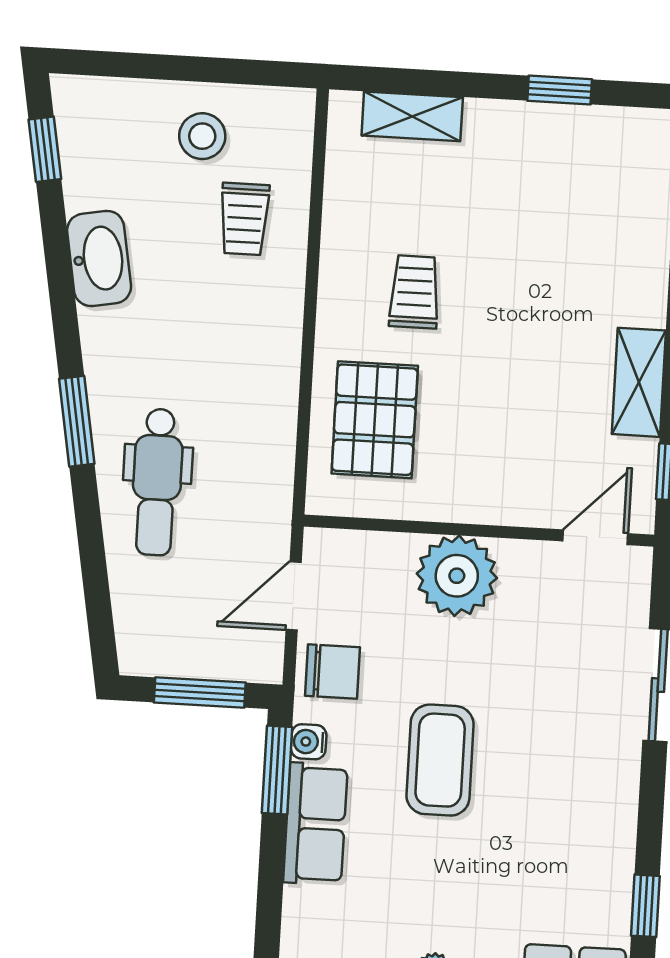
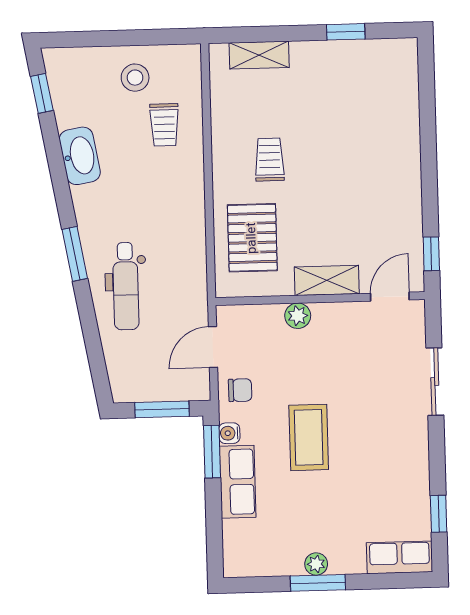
shelving: (639, 382) -> (327, 280), moved, turned 90
plant: (457, 576) -> (298, 316), width x0.53, depth x0.53
chair: (333, 672) -> (240, 390), width x0.73, depth x0.73

